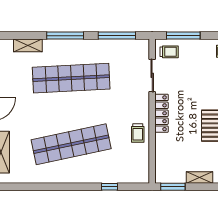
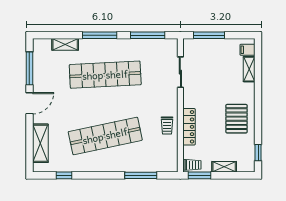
trolley: (169, 52) -> (193, 165), moved
locker: (162, 113) -> (189, 127), moved
window: (27, 187) -> (64, 175), added
window: (110, 187) -> (141, 175), width x2.17

